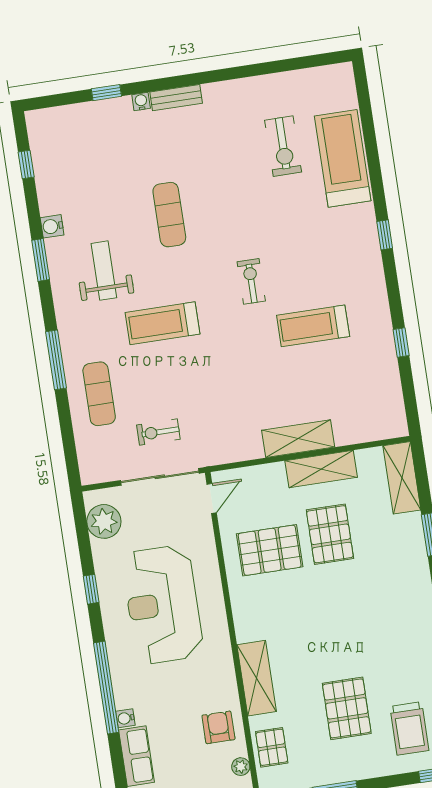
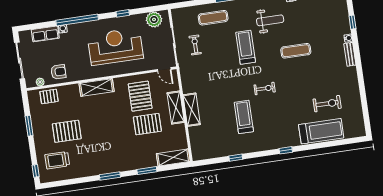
exercise bike: (283, 146) -> (327, 104), turned 180
shelving: (321, 469) -> (176, 108), moved
shelving: (257, 678) -> (97, 87), moved

